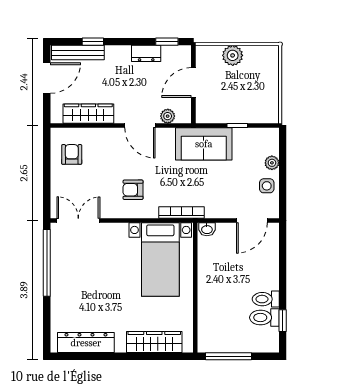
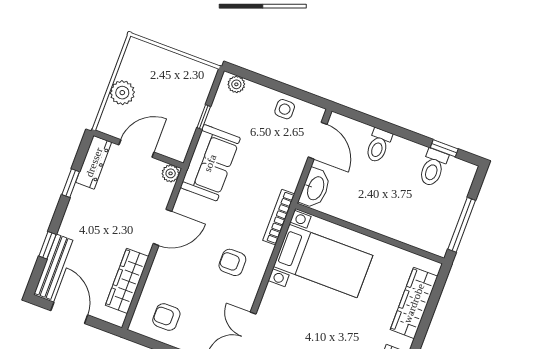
window: (167, 42) -> (71, 183), moved
dresser: (146, 53) -> (94, 162), moved, width x1.44
door: (193, 83) -> (136, 149), swing flipped
plant: (168, 116) -> (171, 173), moved
plant: (272, 163) -> (236, 84), moved
armchair: (133, 190) -> (232, 262), turned 90
washbasin: (207, 229) -> (315, 188), width x1.91, depth x1.45
toilet: (266, 299) -> (378, 146), moved

